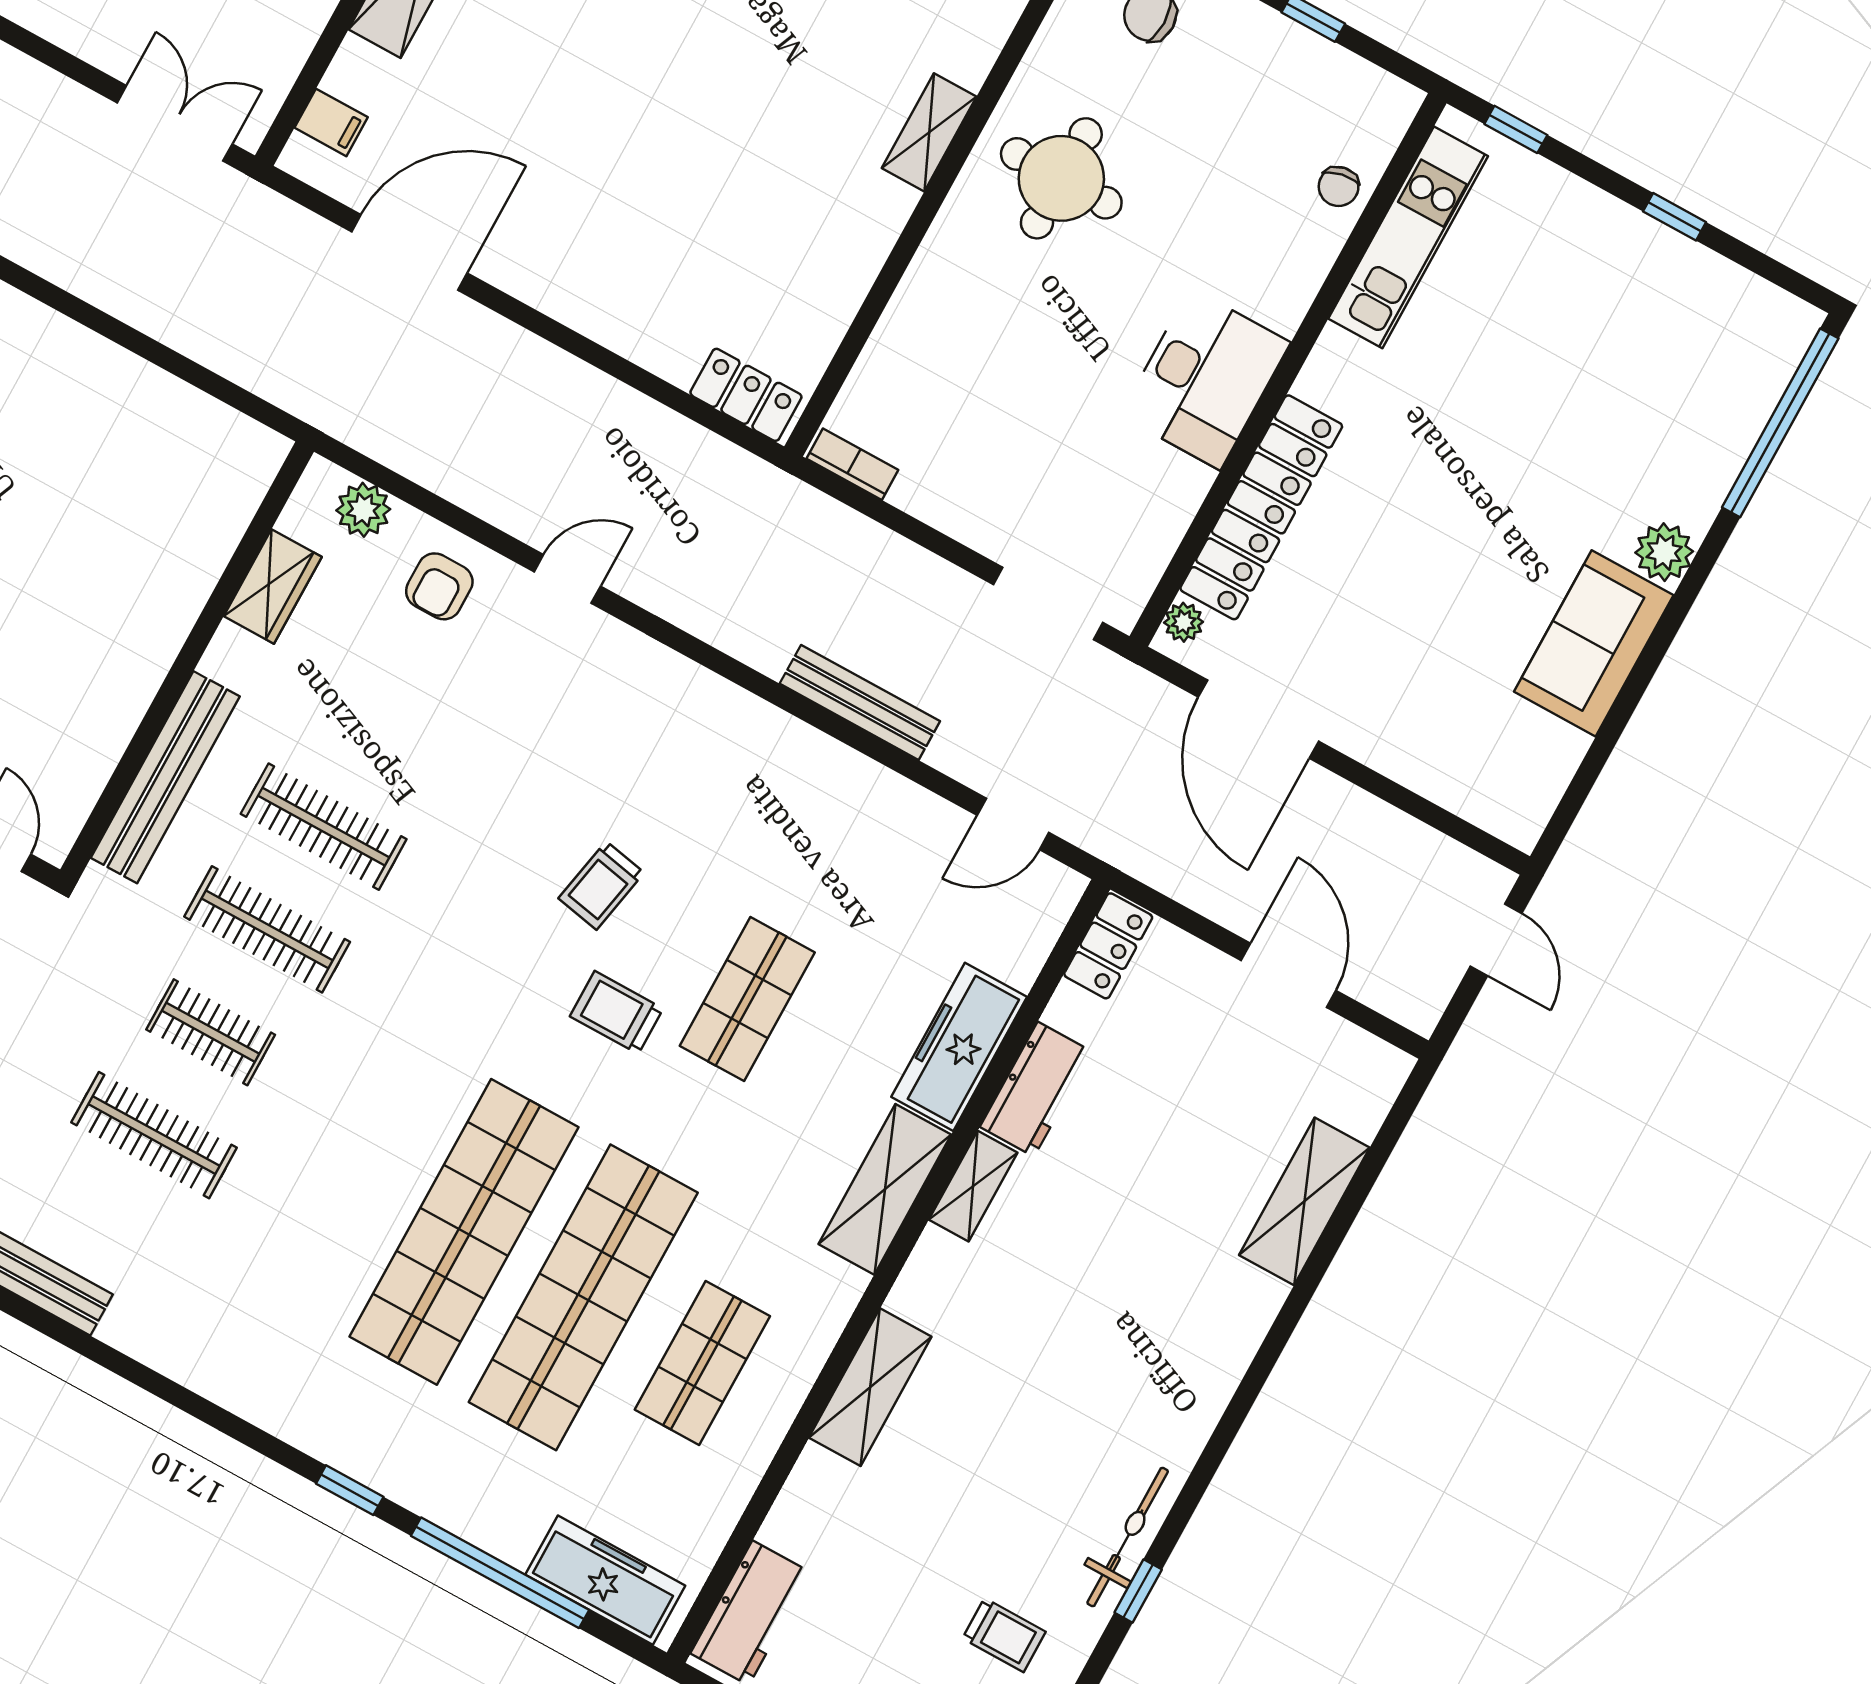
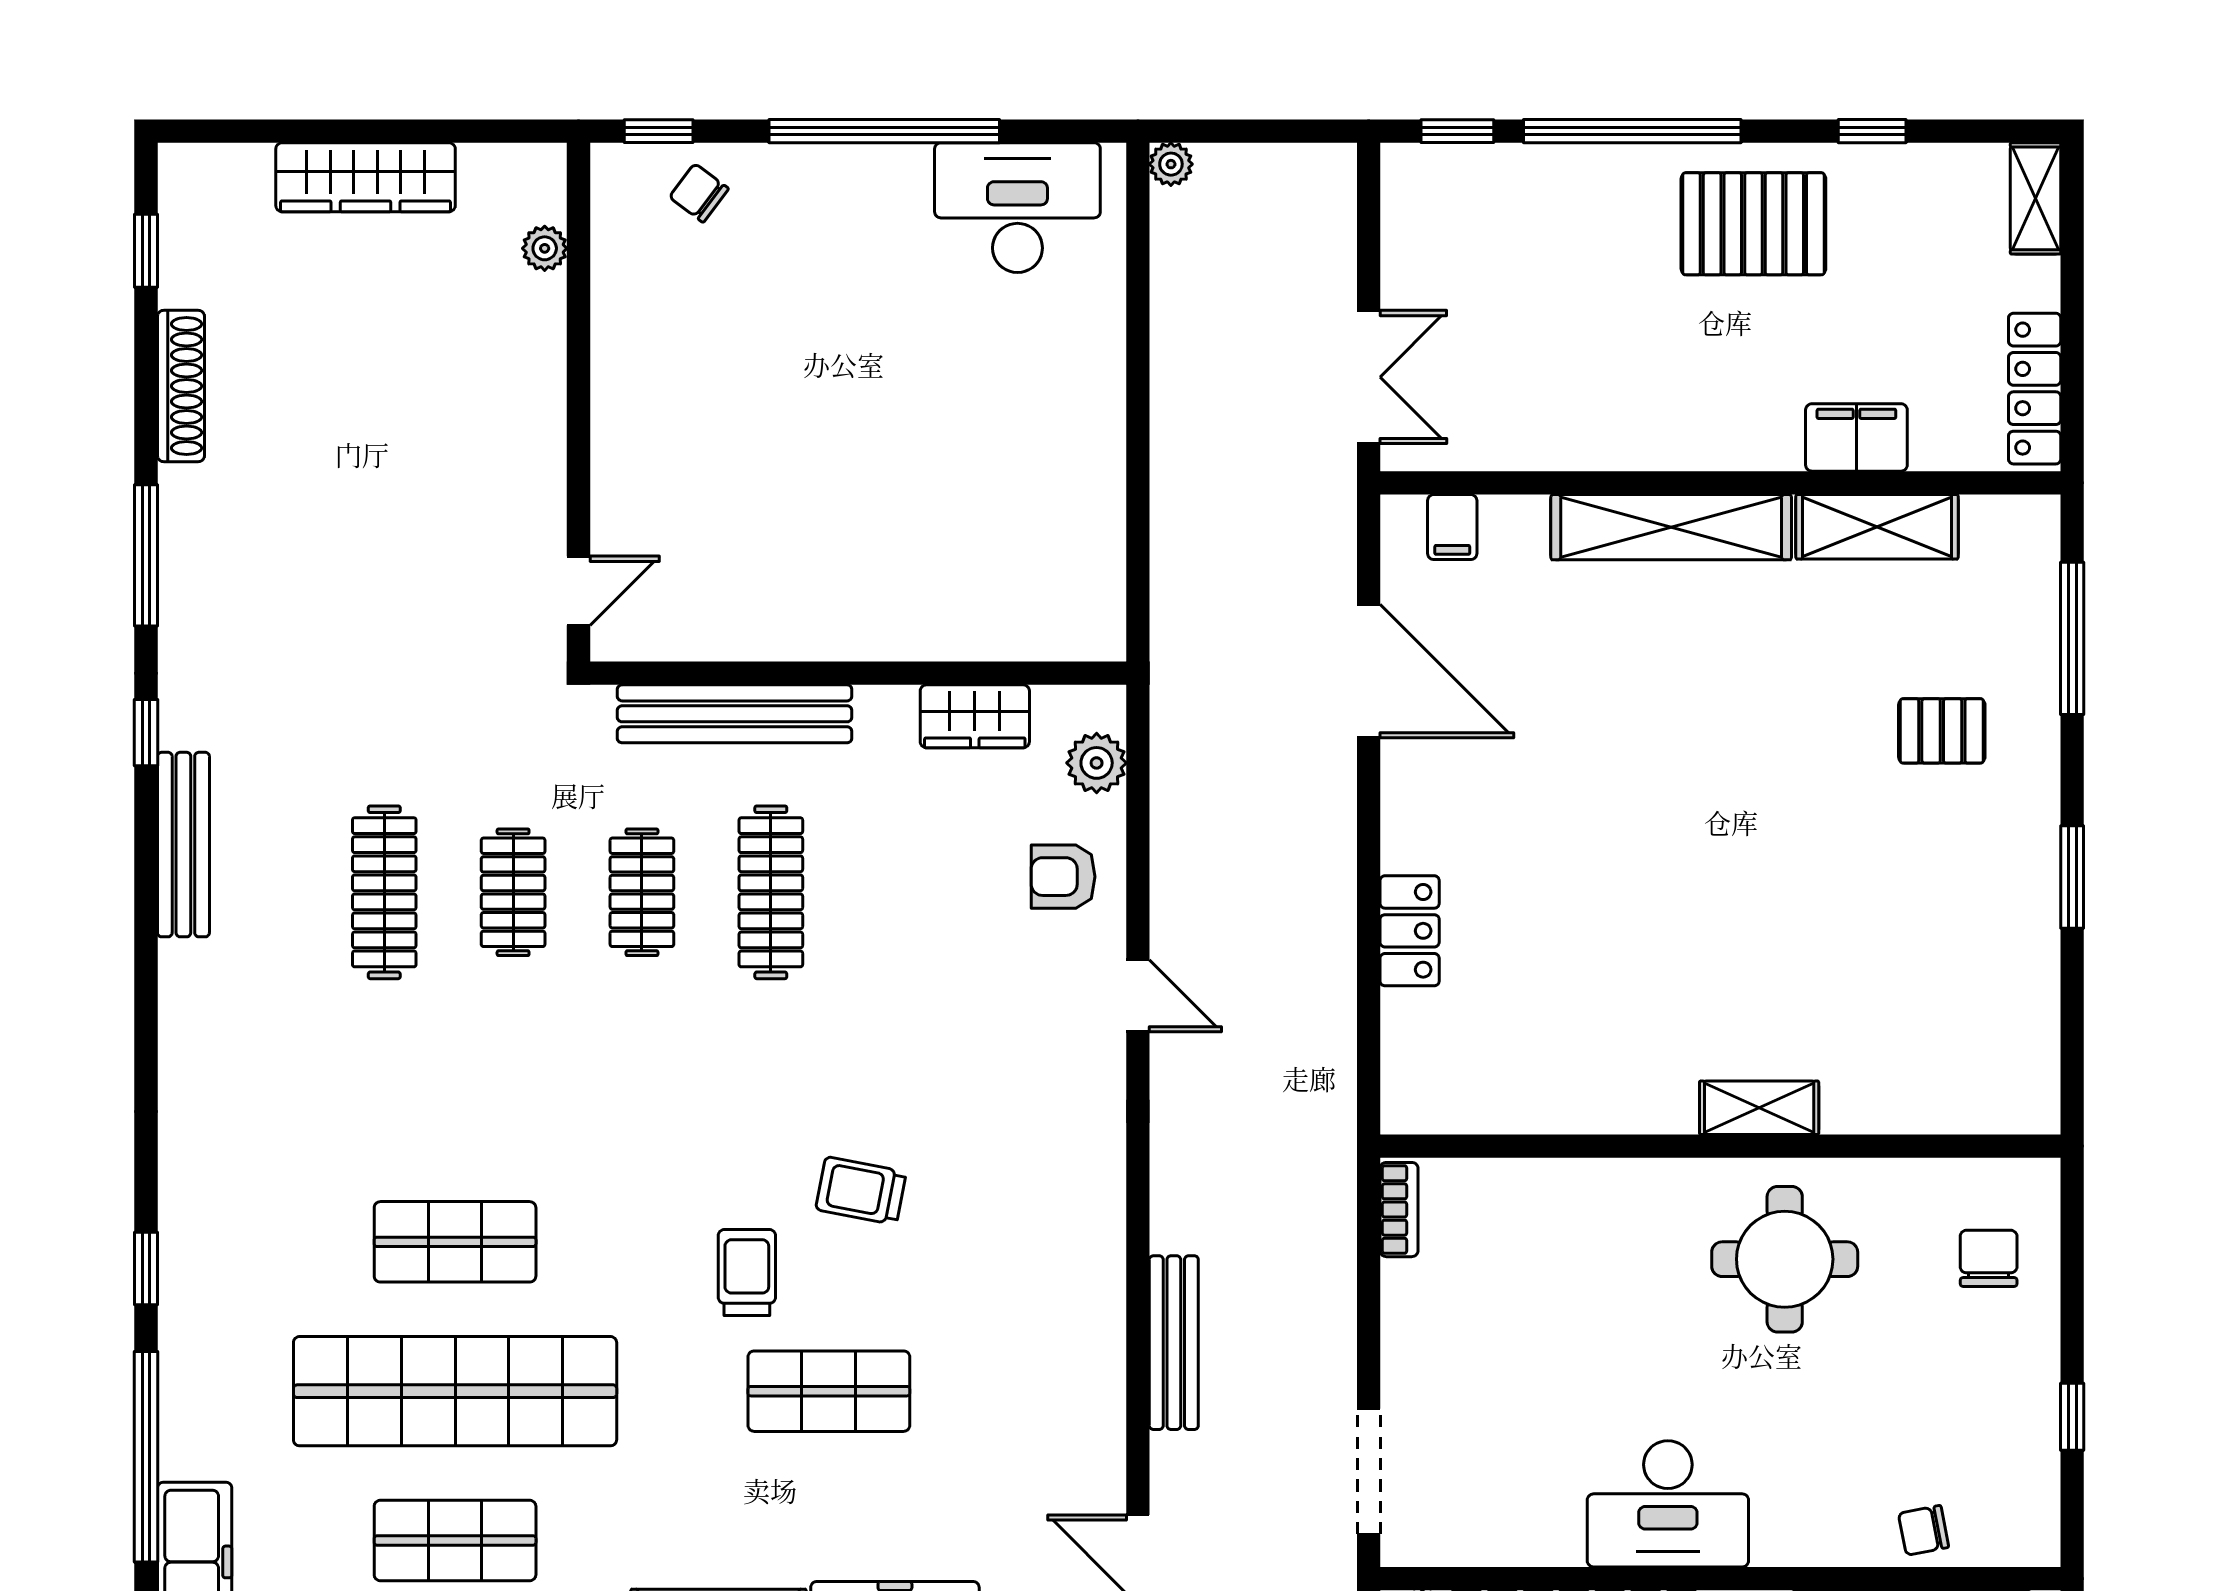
locker: (746, 395) -> (1410, 931), moved
clothes rail: (267, 929) -> (642, 892), width x0.73
shop shelf: (464, 1232) -> (455, 1242), width x0.50, depth x0.74

